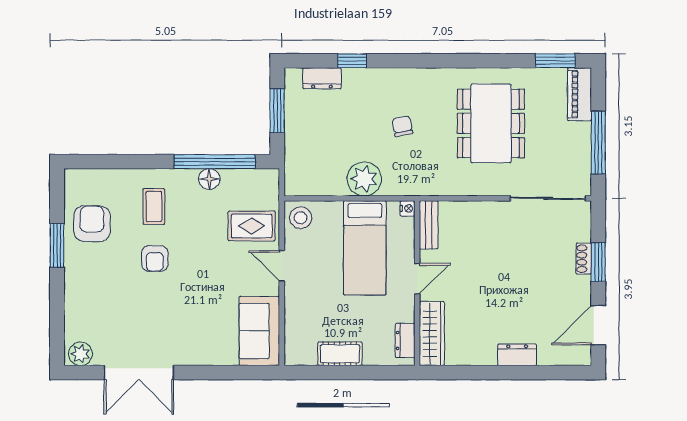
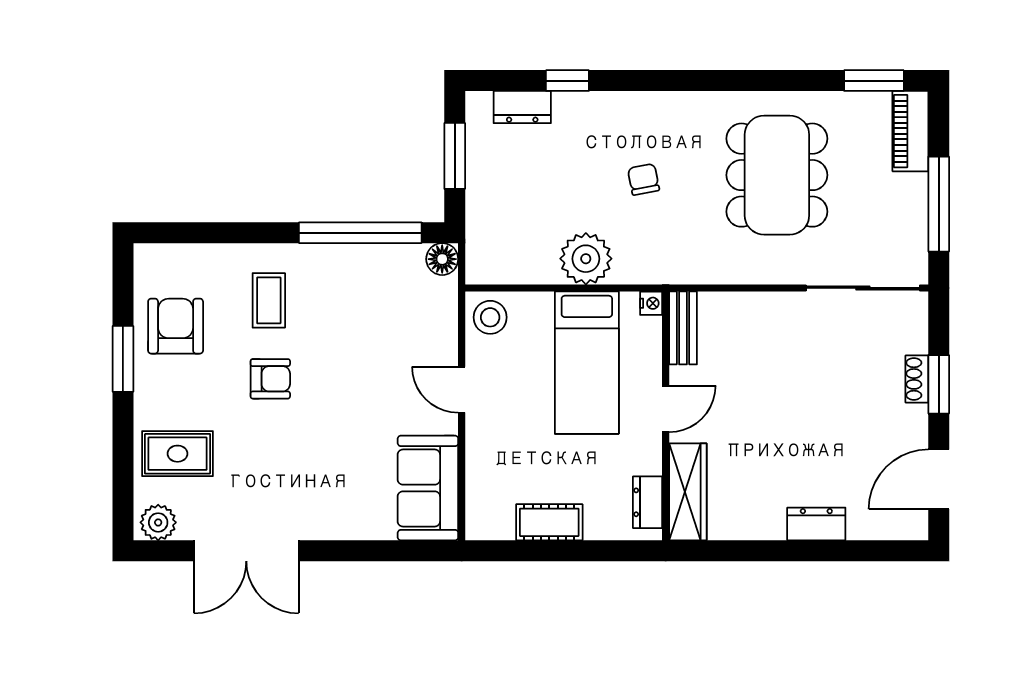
floor lamp: (209, 179) -> (442, 259), moved
rug: (252, 226) -> (177, 454), moved
armchair: (155, 259) -> (270, 379), turned -90

